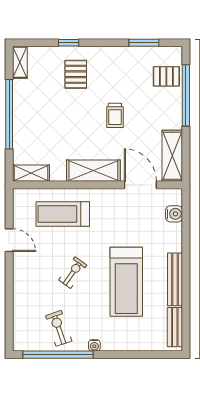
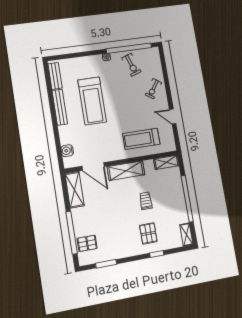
trolley: (115, 115) -> (146, 201), moved
treadmill: (63, 214) -> (141, 139), turned 180
exercise bike: (73, 273) -> (153, 89), moved
treadmill: (126, 282) -> (92, 101), turned 180

